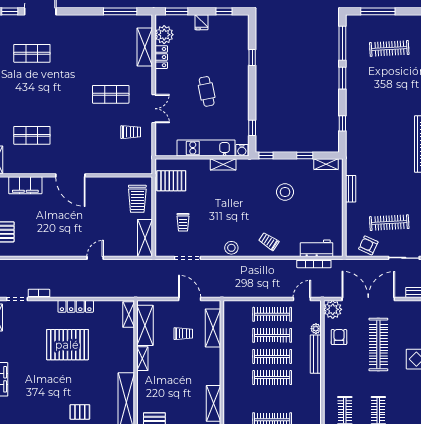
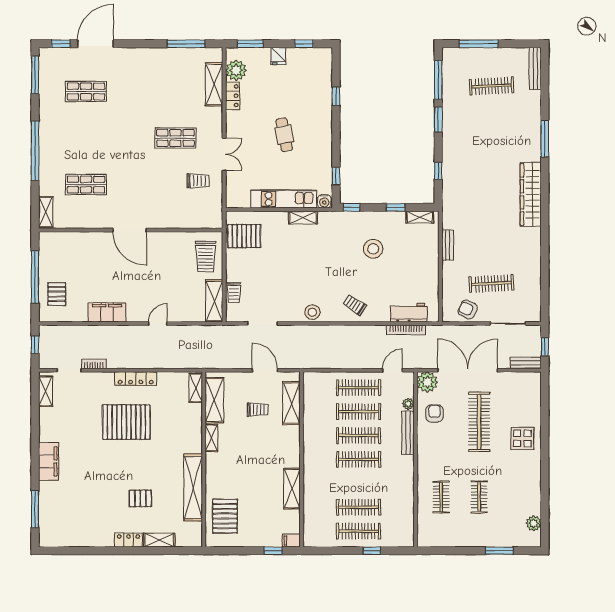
filing cabinet: (25, 185) -> (107, 312), moved, turned 180
trolley: (183, 222) -> (234, 293), moved

